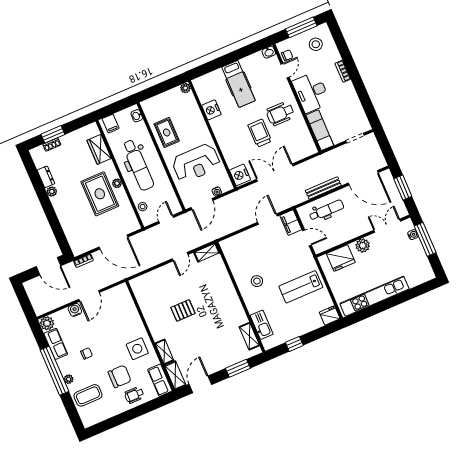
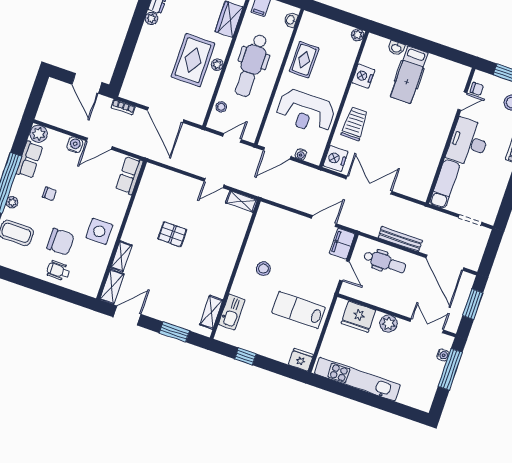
washbasin: (269, 52) -> (396, 48), moved
wheelchair: (280, 113) -> (423, 136), removed
trolley: (260, 133) -> (355, 124), moved
row of seats: (160, 380) -> (129, 175), moved

